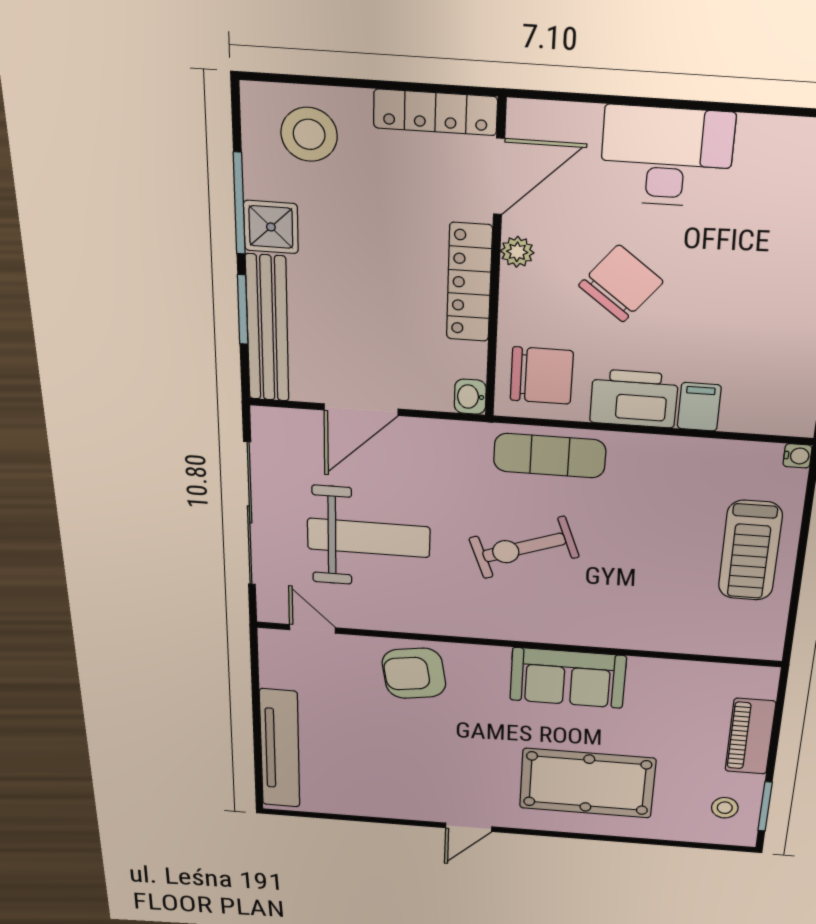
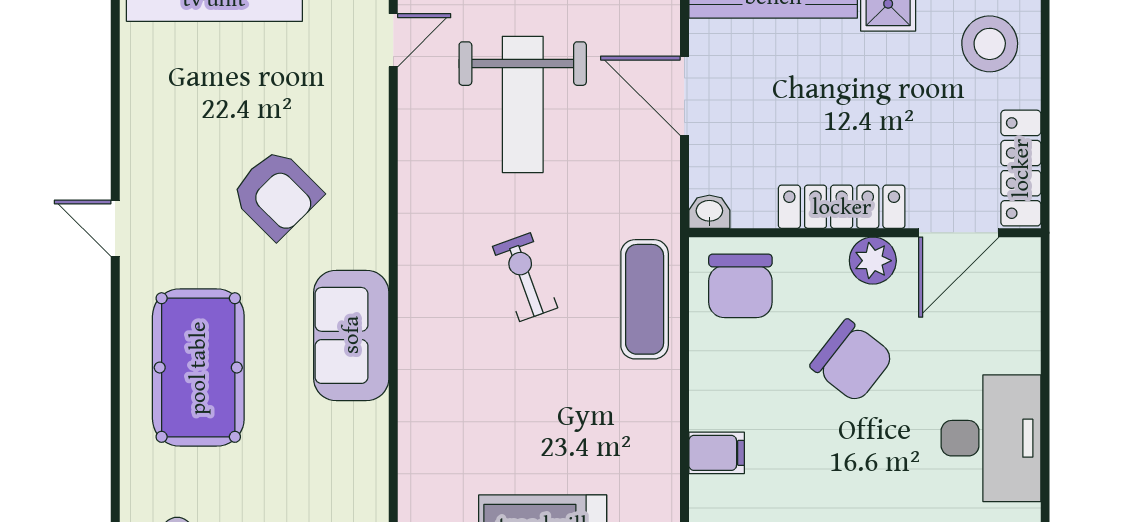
desk: (667, 157) -> (991, 438), moved
door: (499, 176) -> (959, 233), hinge flipped
plant: (517, 252) -> (873, 261), width x1.38, depth x1.38
printer: (634, 399) -> (721, 384), removed
exercise bike: (524, 547) -> (525, 277), width x0.73, depth x0.72
armchair: (414, 673) -> (276, 194), moved, turned 144

